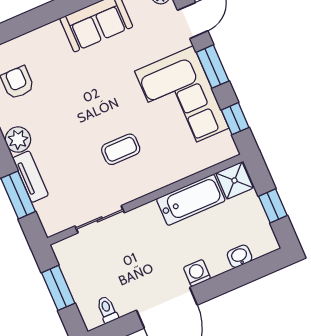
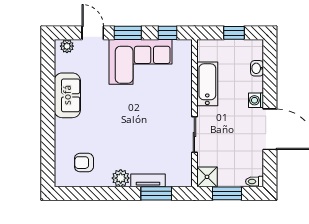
coffee table: (121, 149) -> (155, 115), removed
shower: (234, 180) -> (207, 177), moved
sliding door: (100, 219) -> (194, 135), moved
toilet: (107, 310) -> (254, 181), moved

